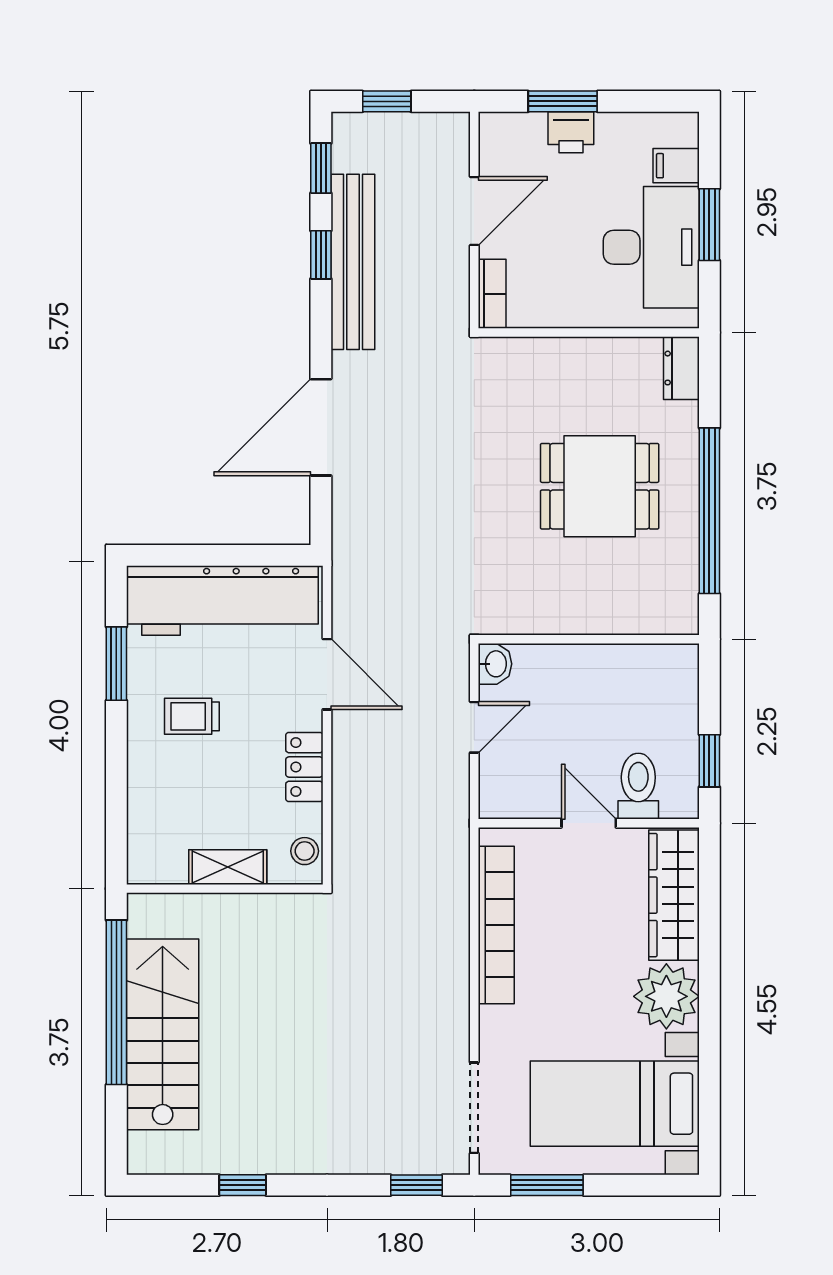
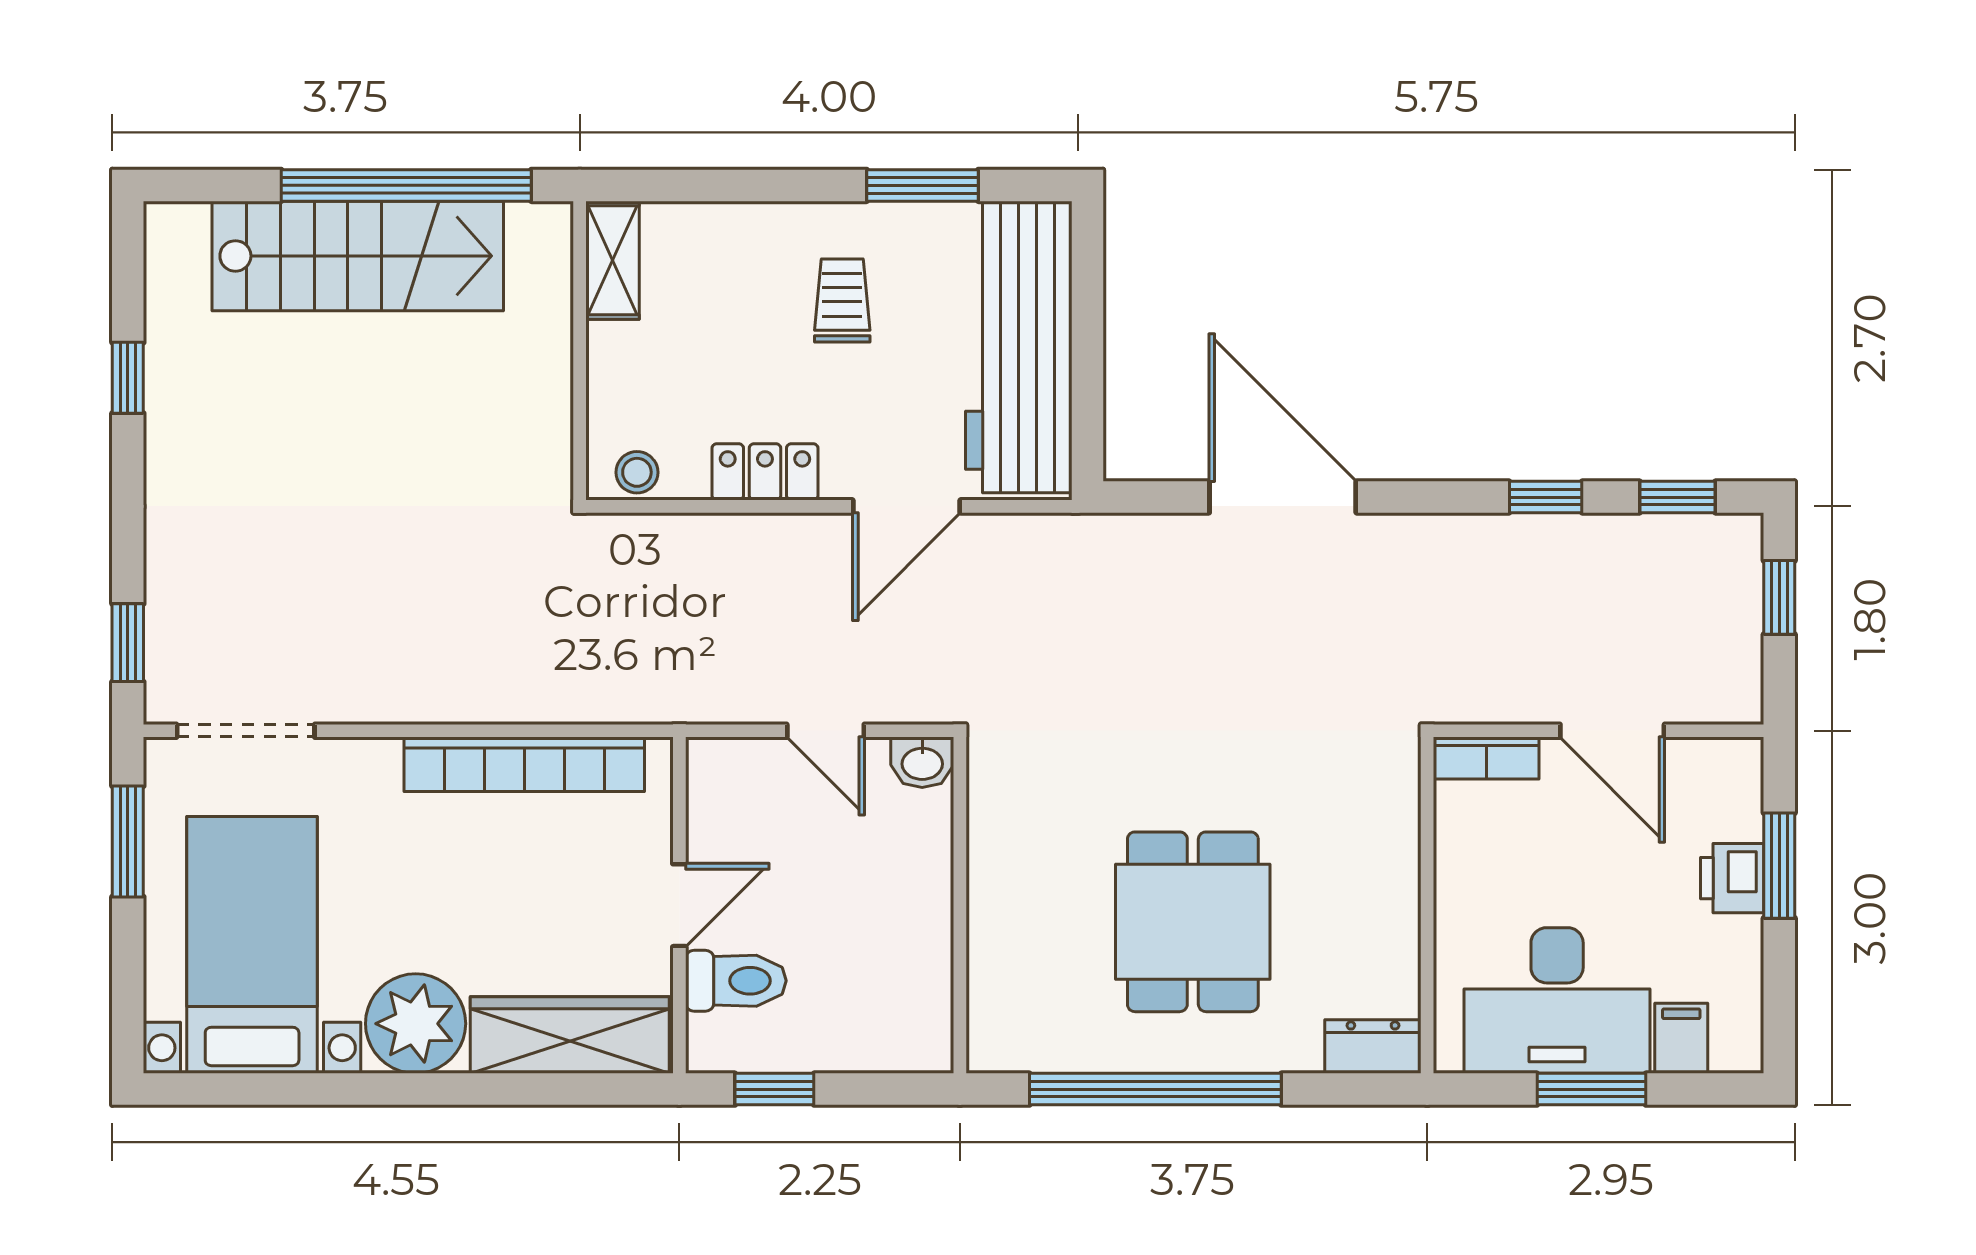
bench: (353, 262) -> (1535, 546), removed
shelving: (228, 867) -> (612, 260), moved

